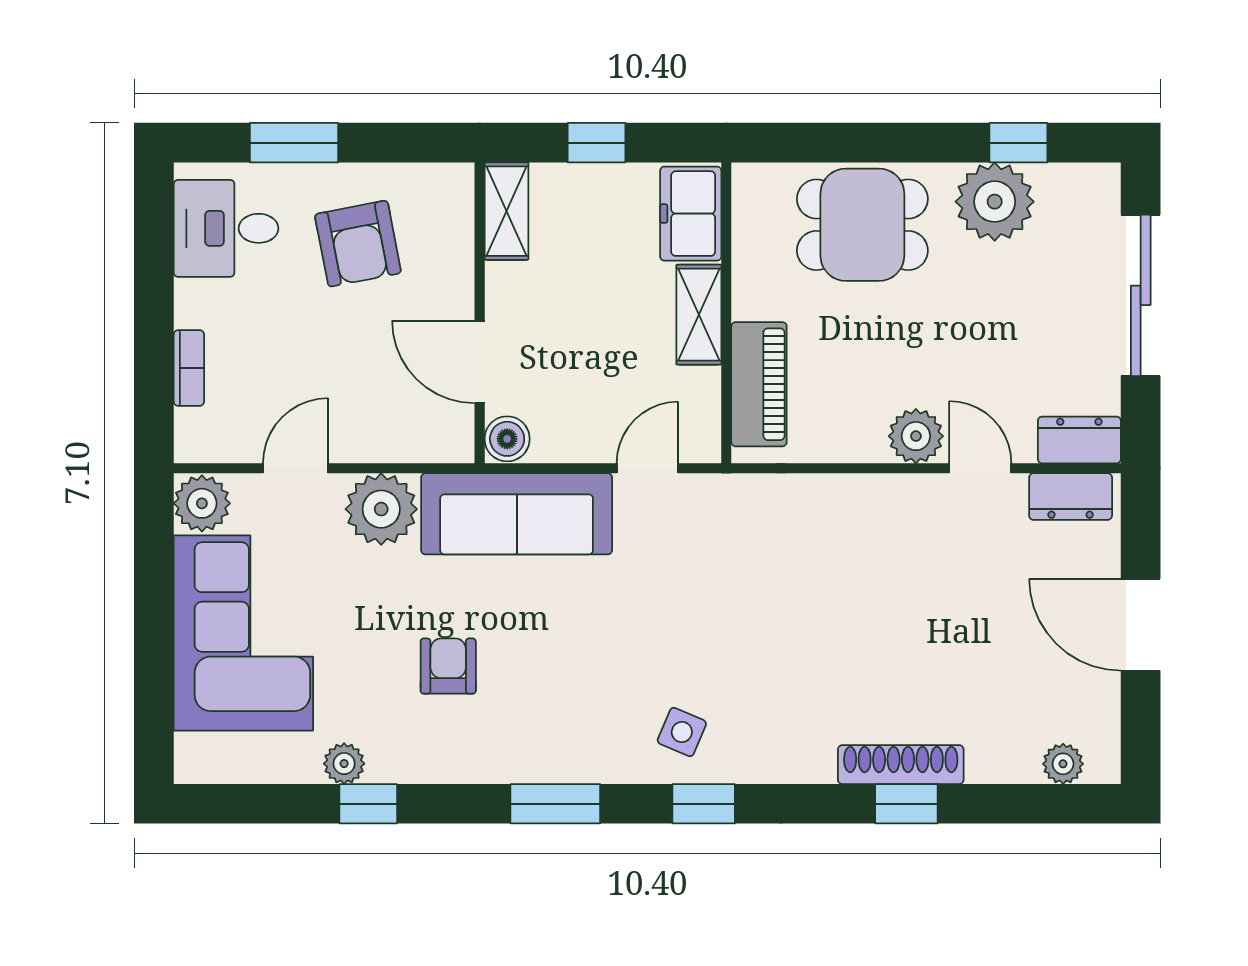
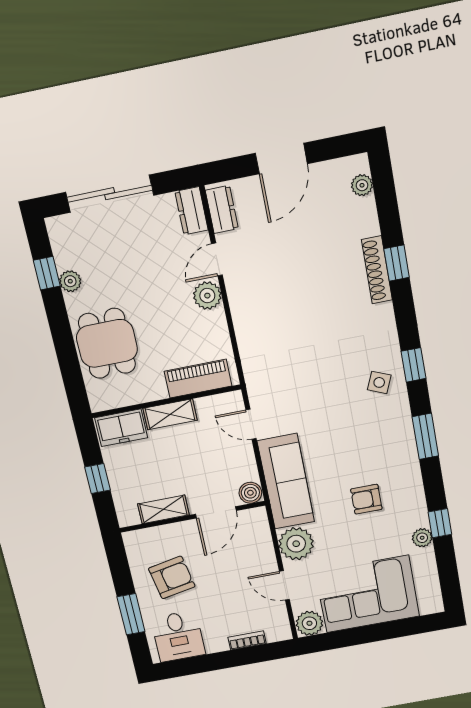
plant: (995, 202) -> (70, 281), width x0.53, depth x0.53
shelving: (506, 211) -> (163, 509), moved

